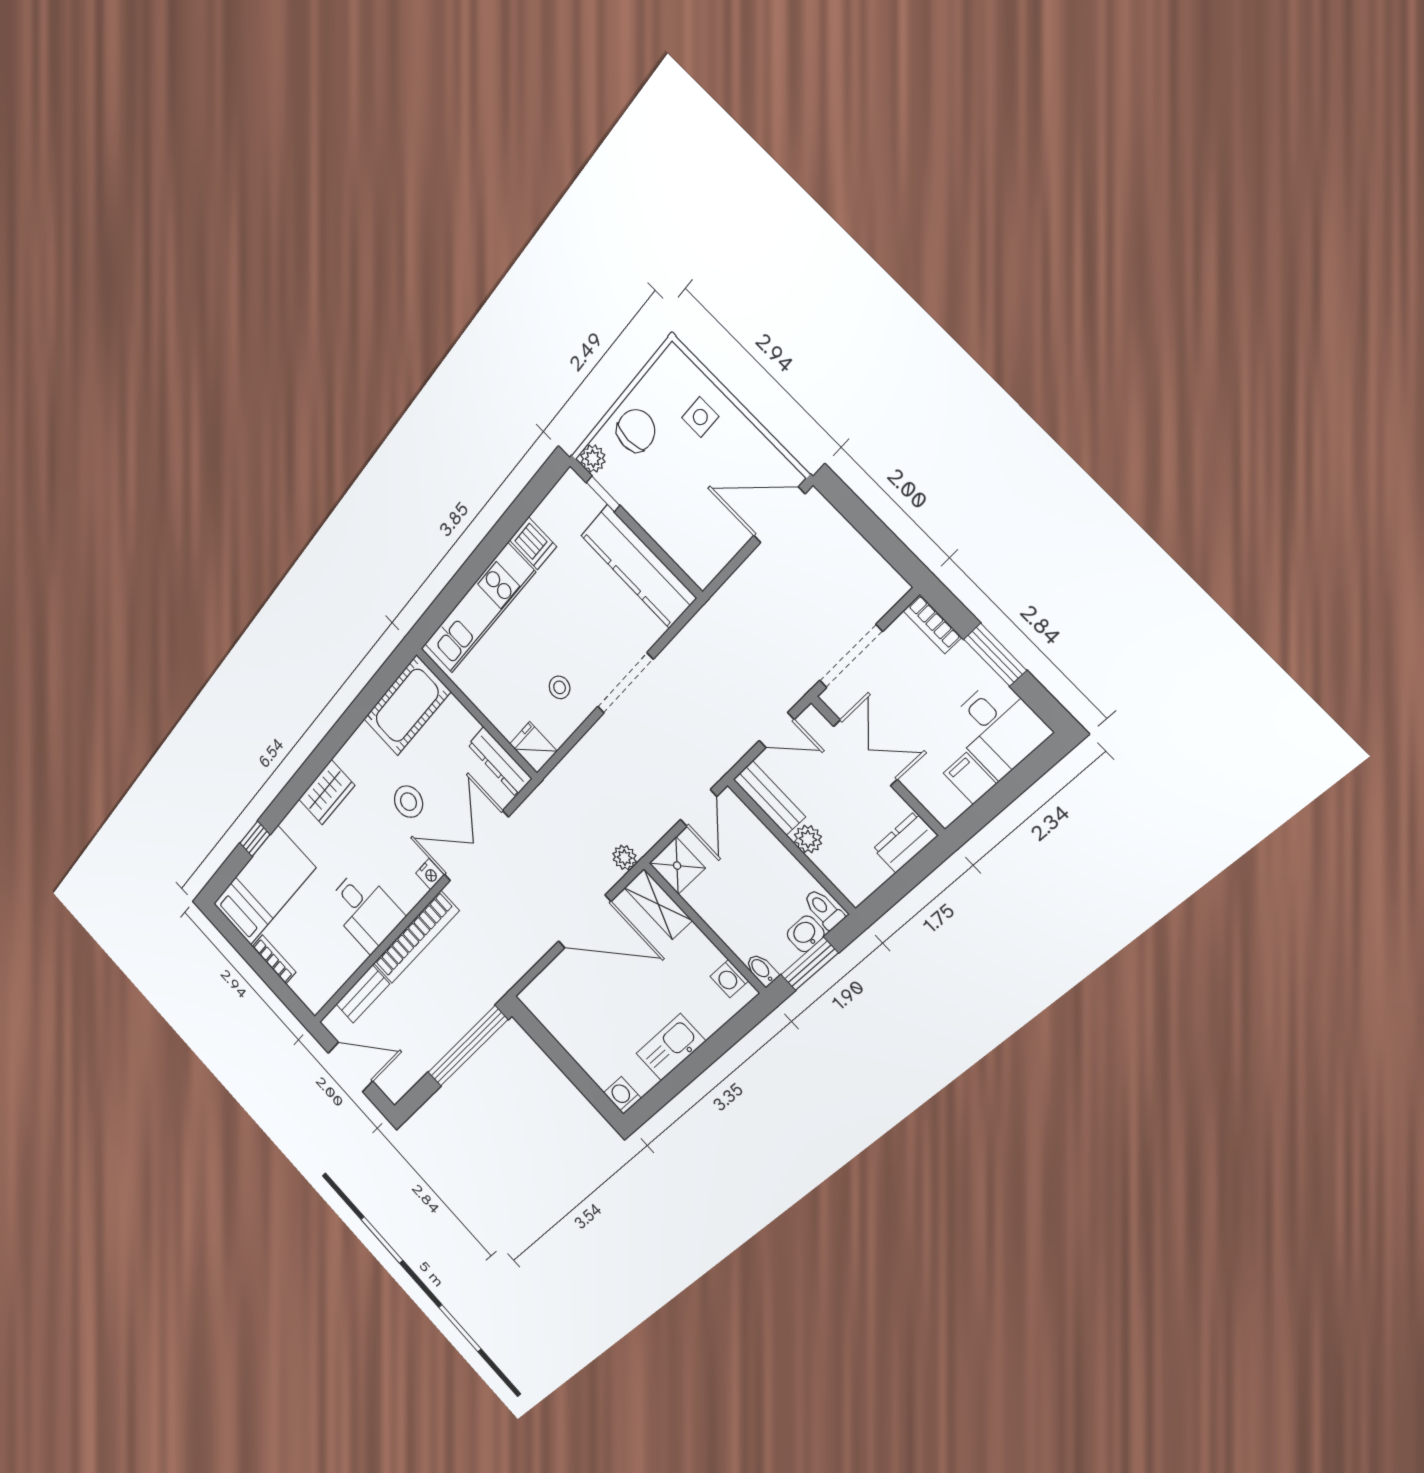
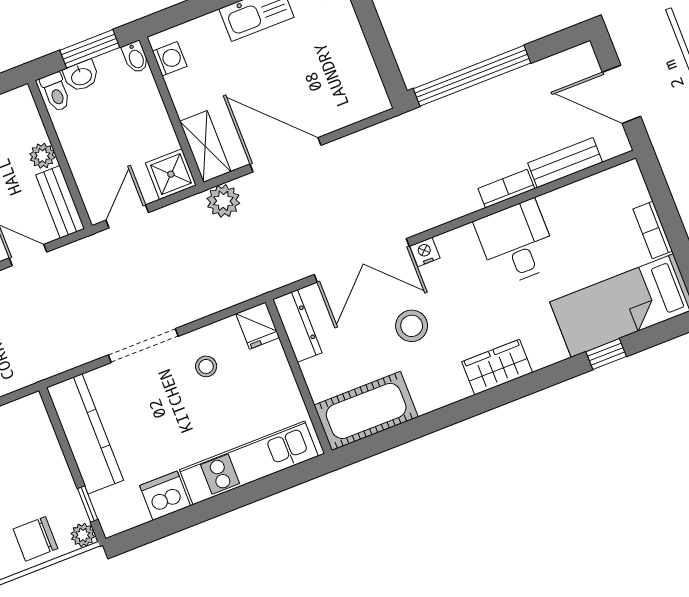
dishwasher: (533, 543) -> (165, 496), width x1.38
plant: (625, 858) -> (223, 201), width x1.38, depth x1.38
bookcase: (416, 937) -> (506, 189), width x0.43, depth x0.76

